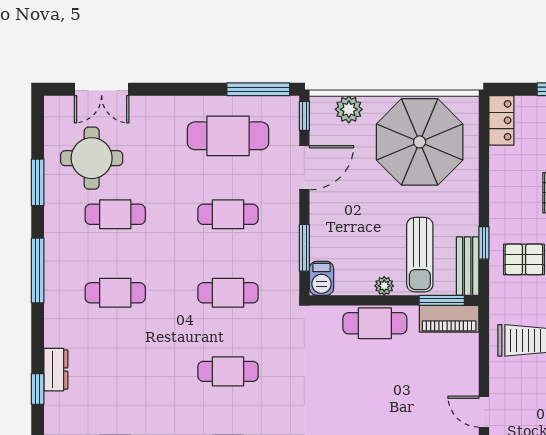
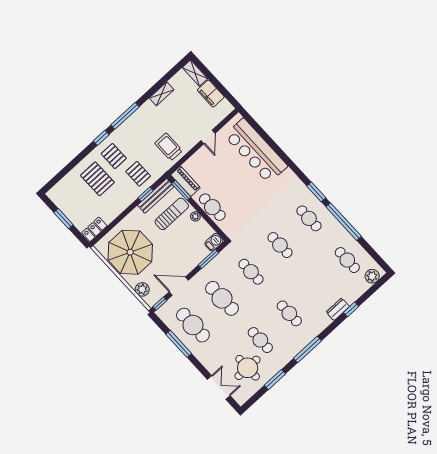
window: (258, 89) -> (179, 344), moved
cafe table: (228, 214) -> (222, 298), width x1.37, depth x1.35
bench: (468, 266) -> (156, 196), width x1.36

